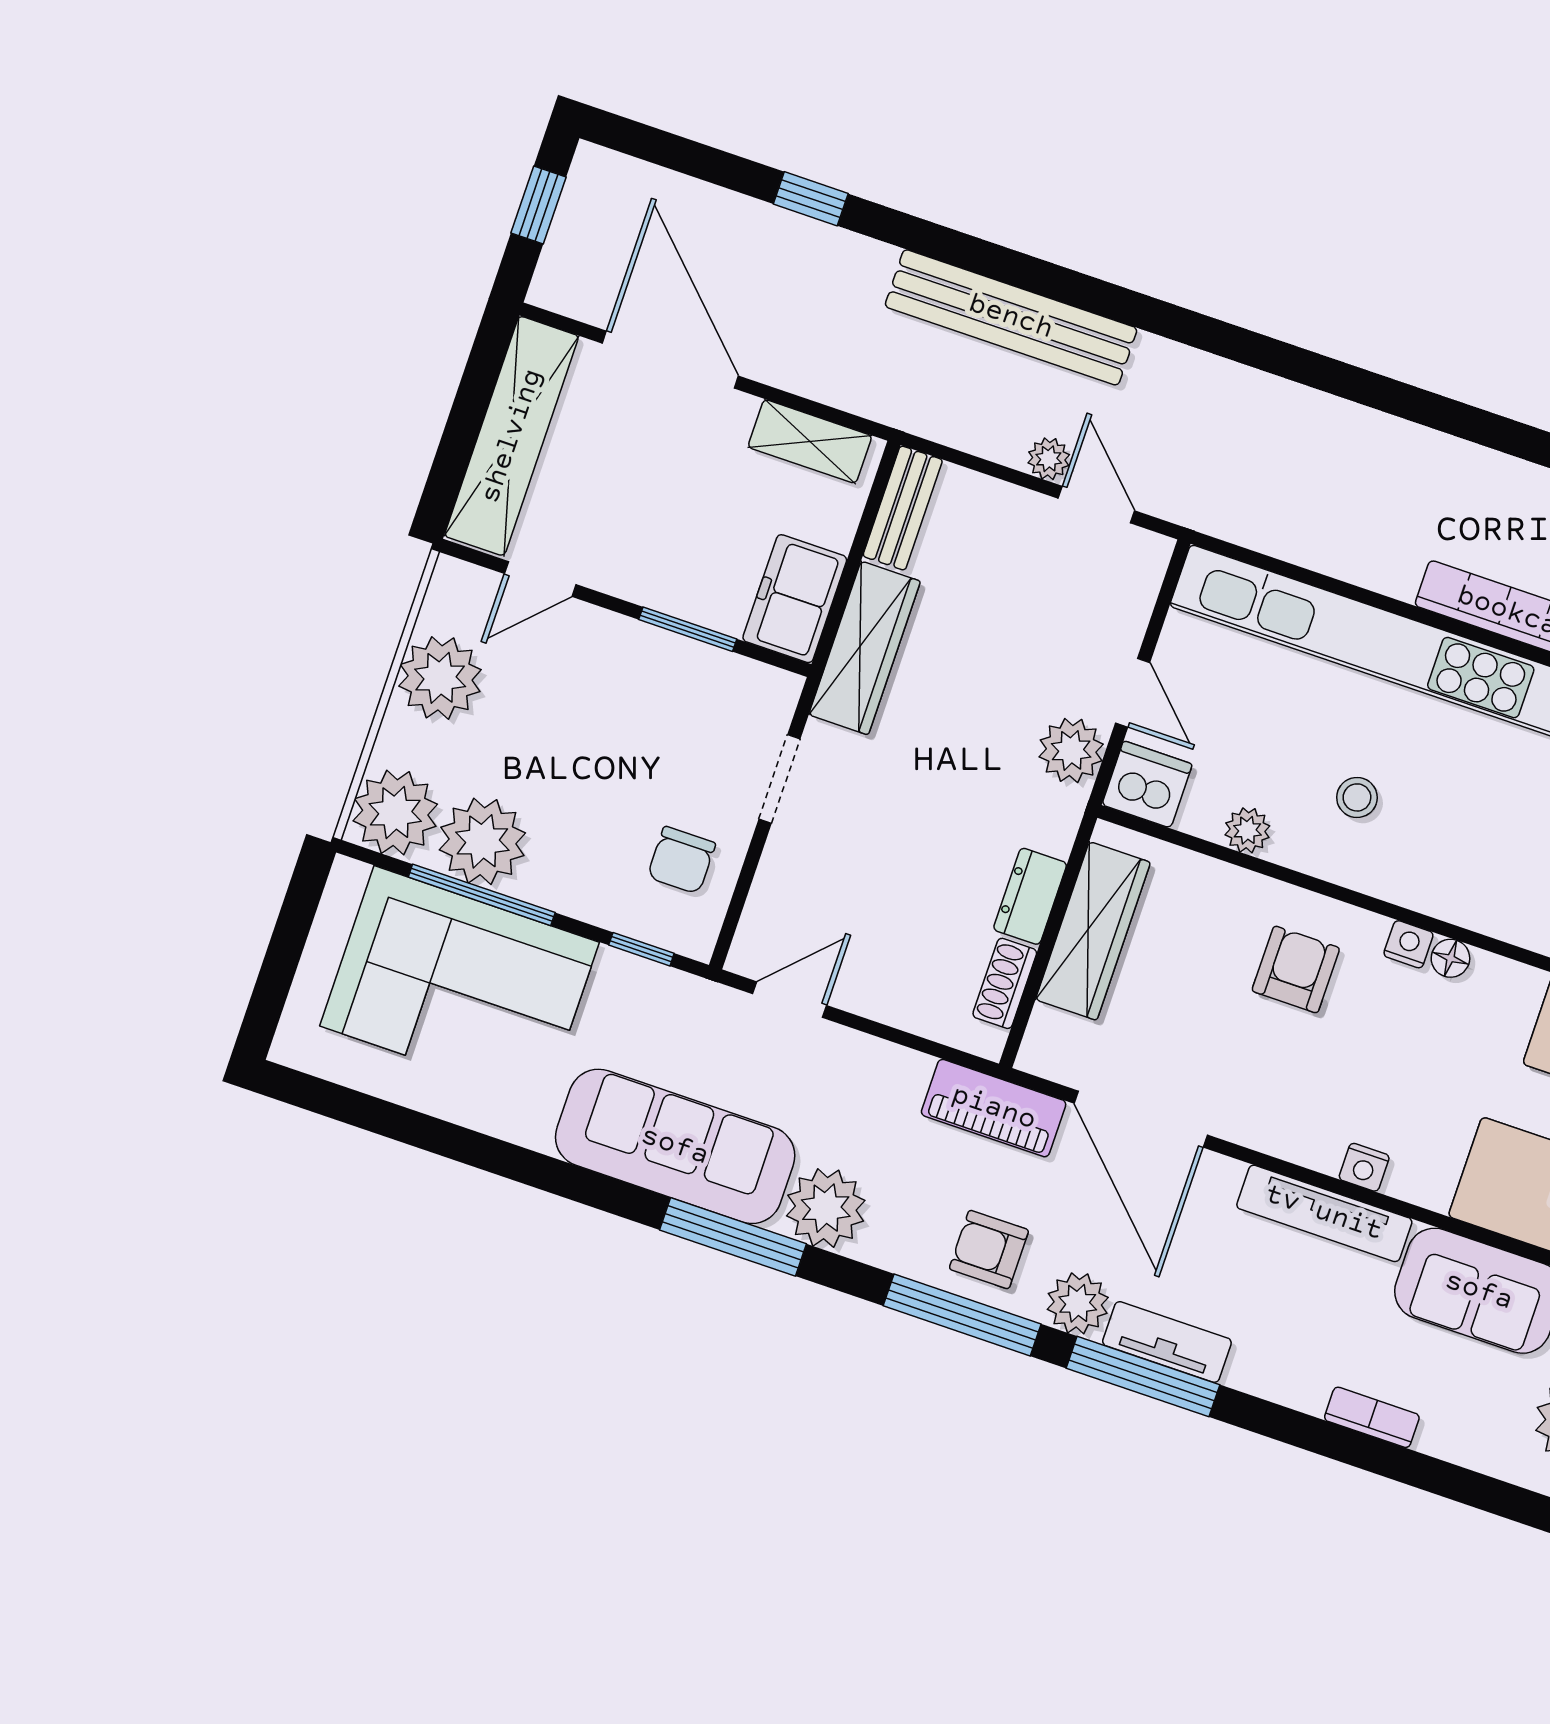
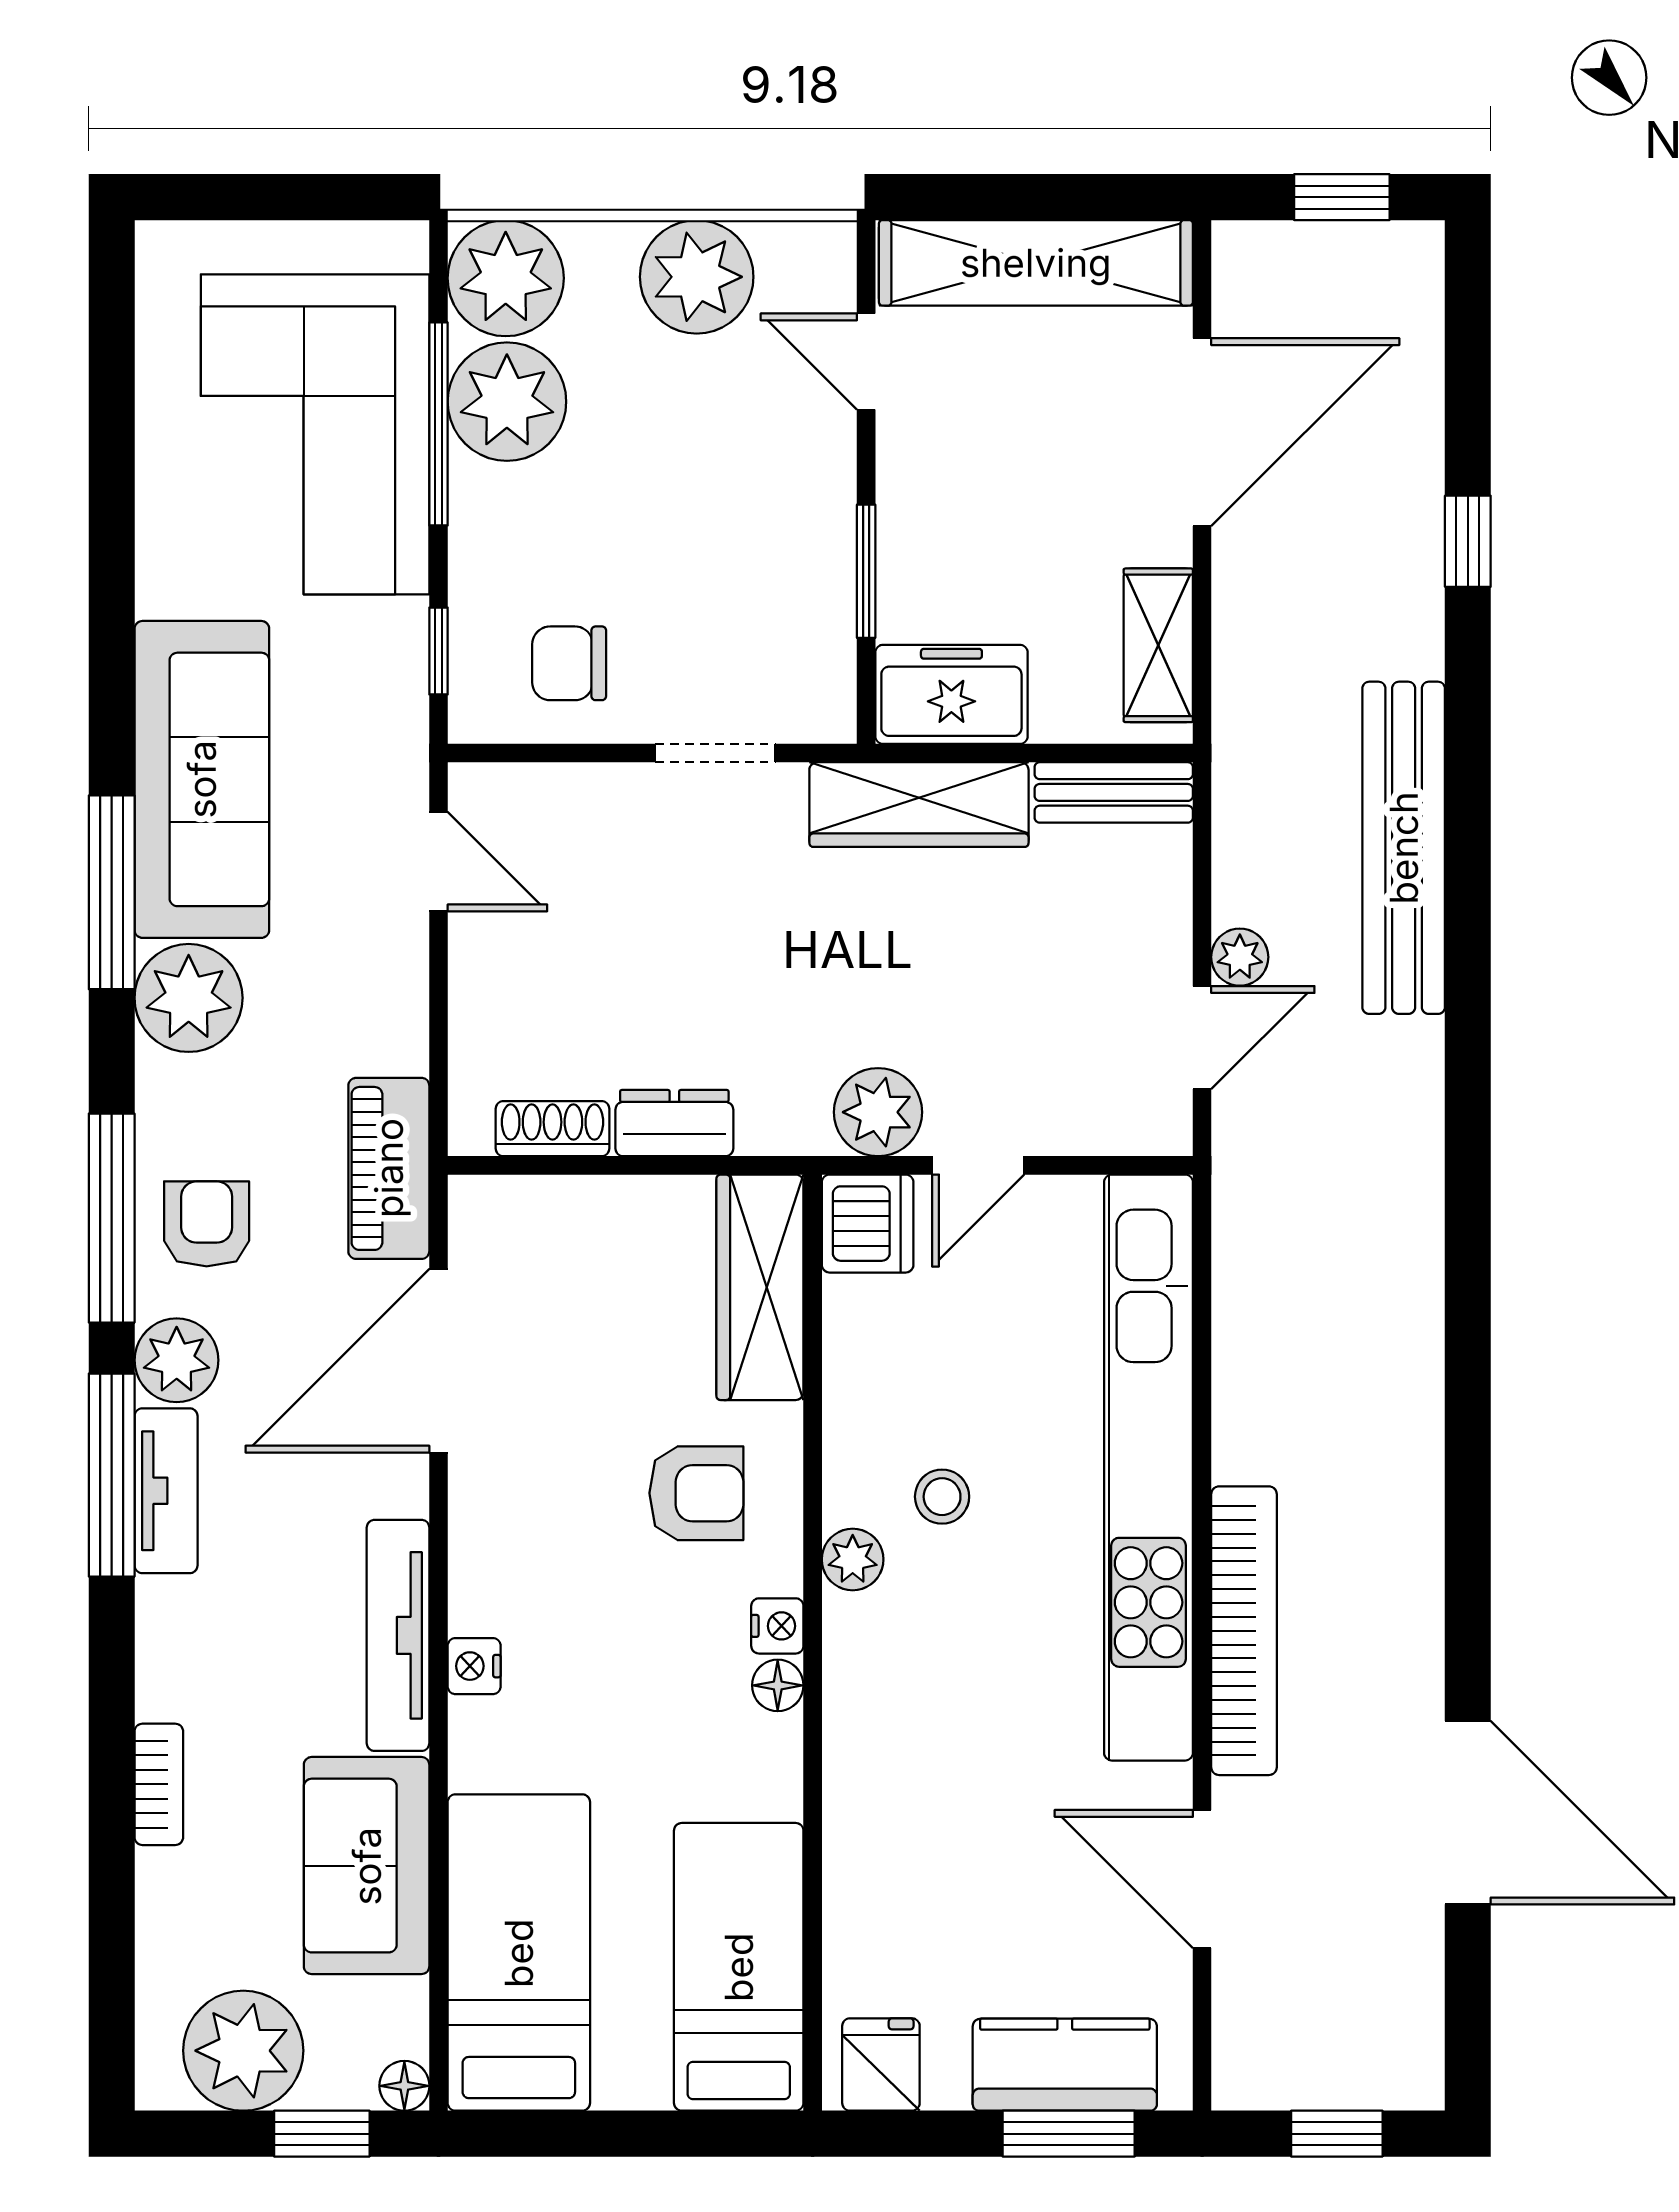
plant: (1247, 830) -> (853, 1559), moved
wardrobe: (1093, 931) -> (760, 1287), moved, turned 90

